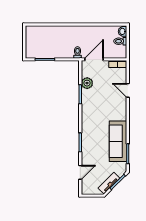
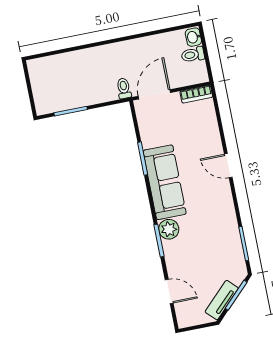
plant: (87, 83) -> (169, 229), moved
door: (128, 90) -> (228, 166), moved
sofa: (118, 141) -> (165, 182), moved, turned 180
door: (80, 172) -> (169, 291), hinge flipped

